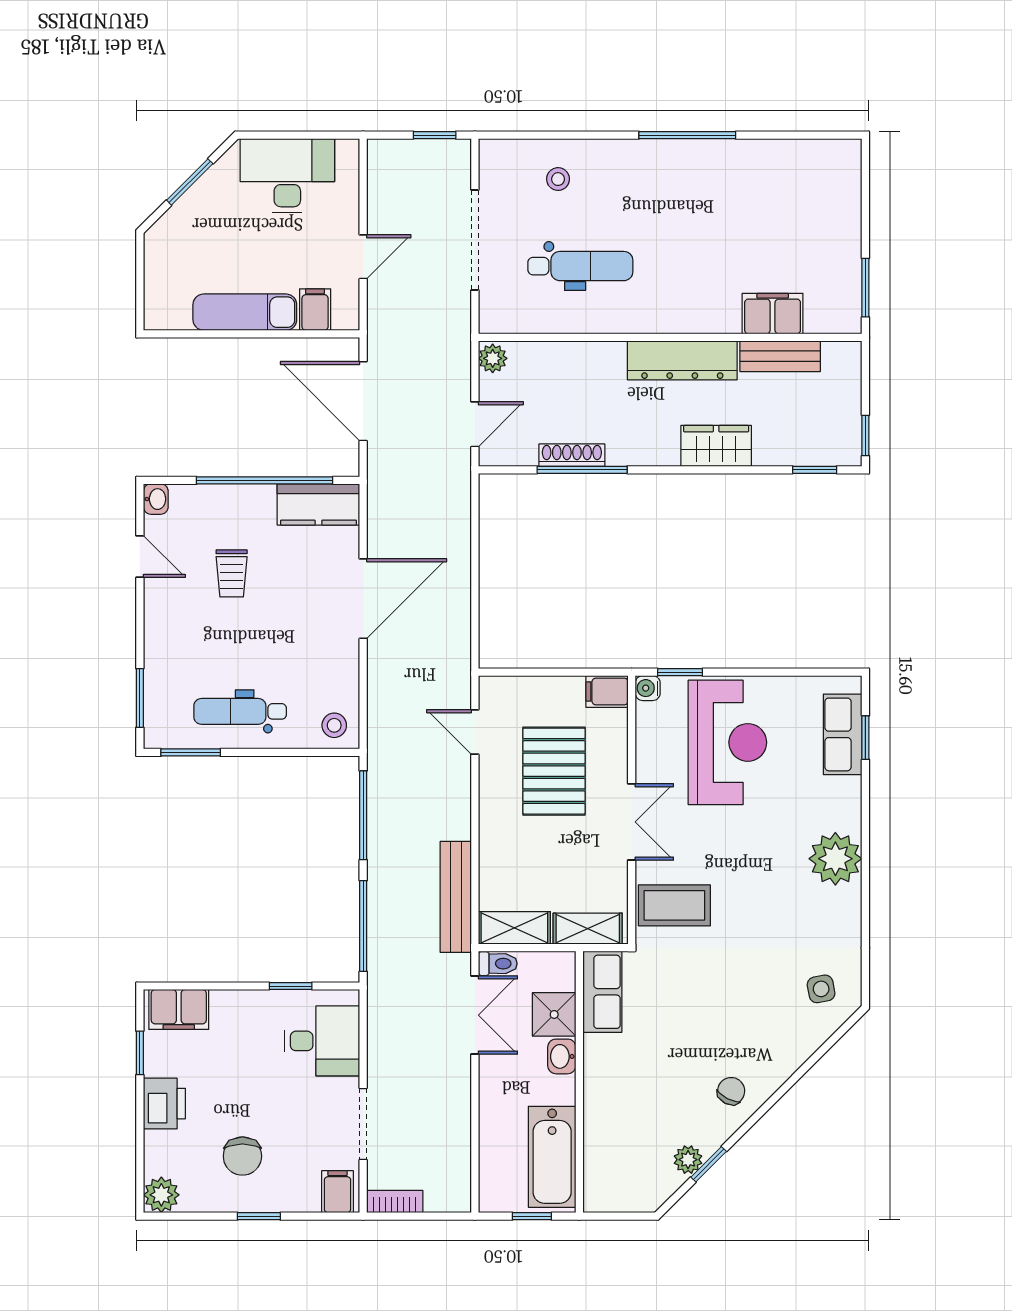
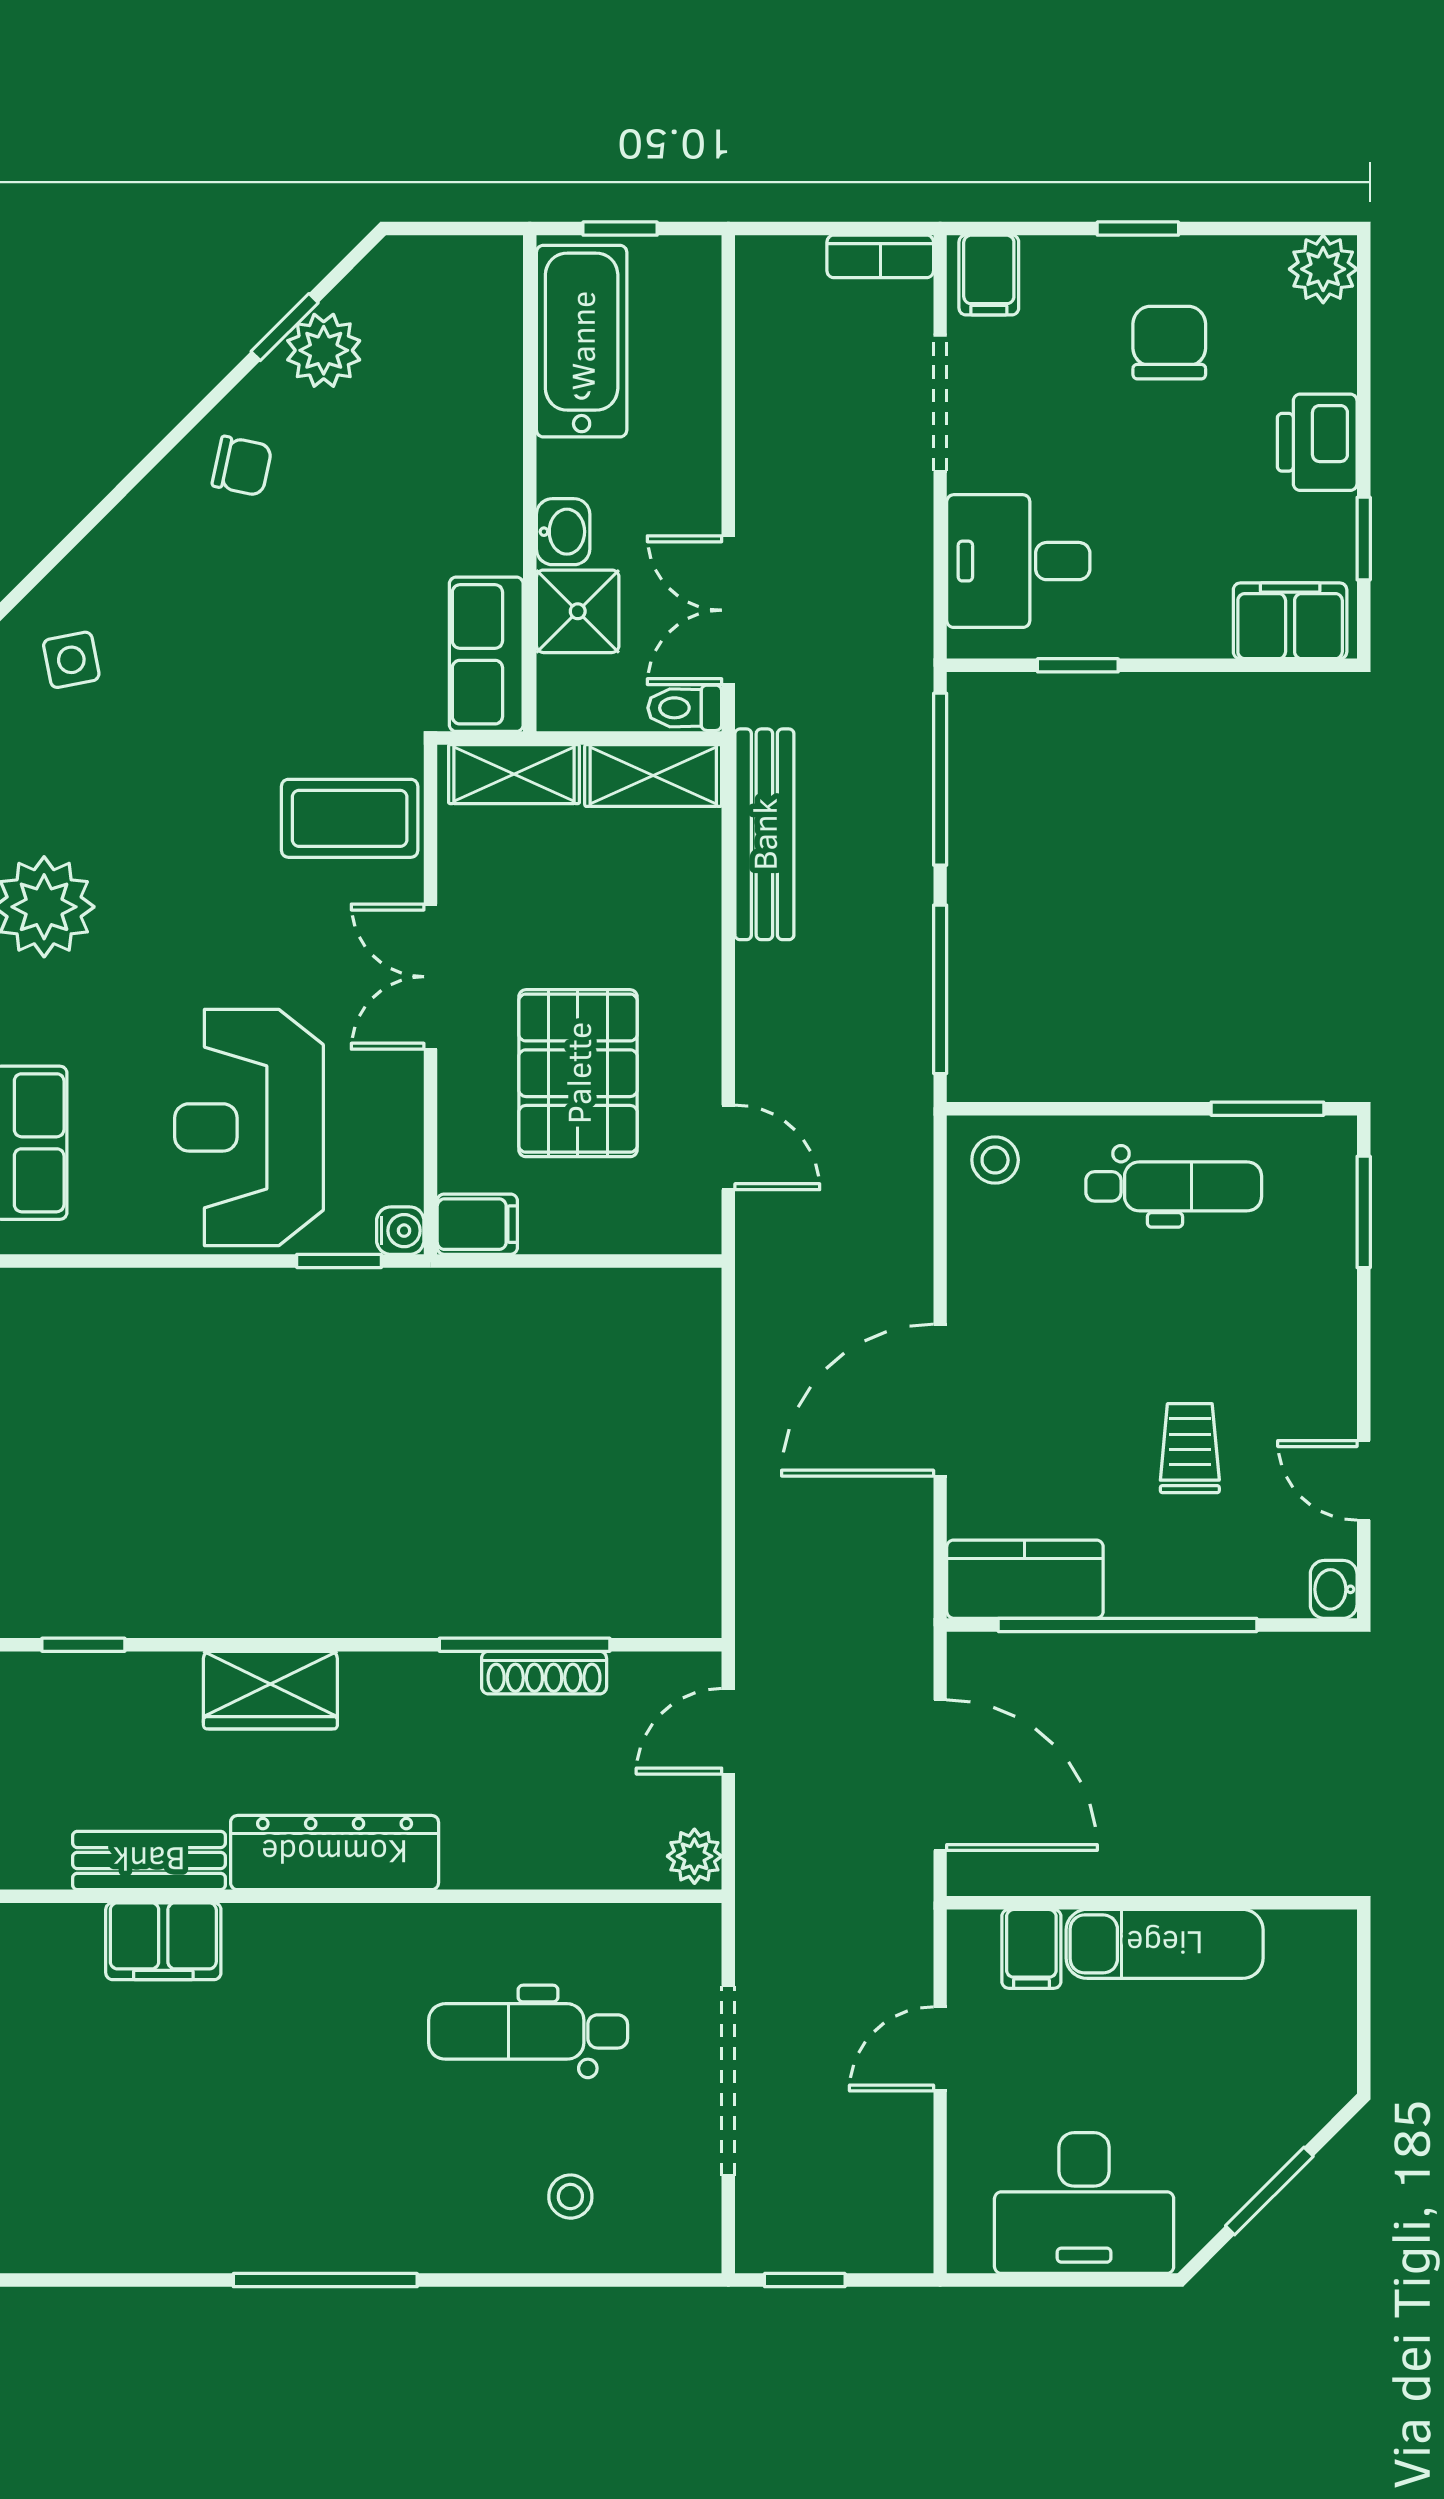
chair: (731, 1091) -> (242, 466), turned -106
plant: (688, 1160) -> (324, 350), width x1.38, depth x1.38

